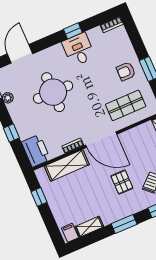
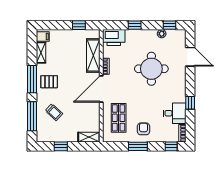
window: (132, 31) -> (171, 146), added
desk: (79, 50) -> (175, 113), moved
pallet: (122, 182) -> (49, 82), moved
window: (124, 224) -> (32, 79), width x1.44

